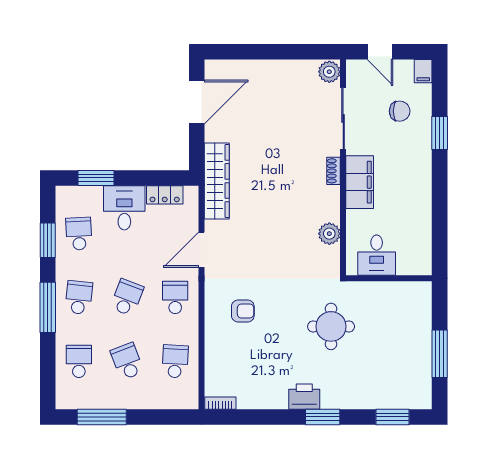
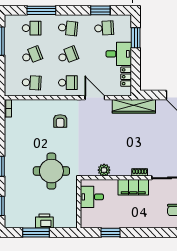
window: (440, 133) -> (110, 233), moved
school desk: (127, 297) -> (68, 55), turned -42
window: (48, 307) -> (41, 10), moved
round table: (331, 326) -> (51, 171), width x1.36, depth x1.36
printer: (304, 397) -> (44, 221), moved, turned -90

